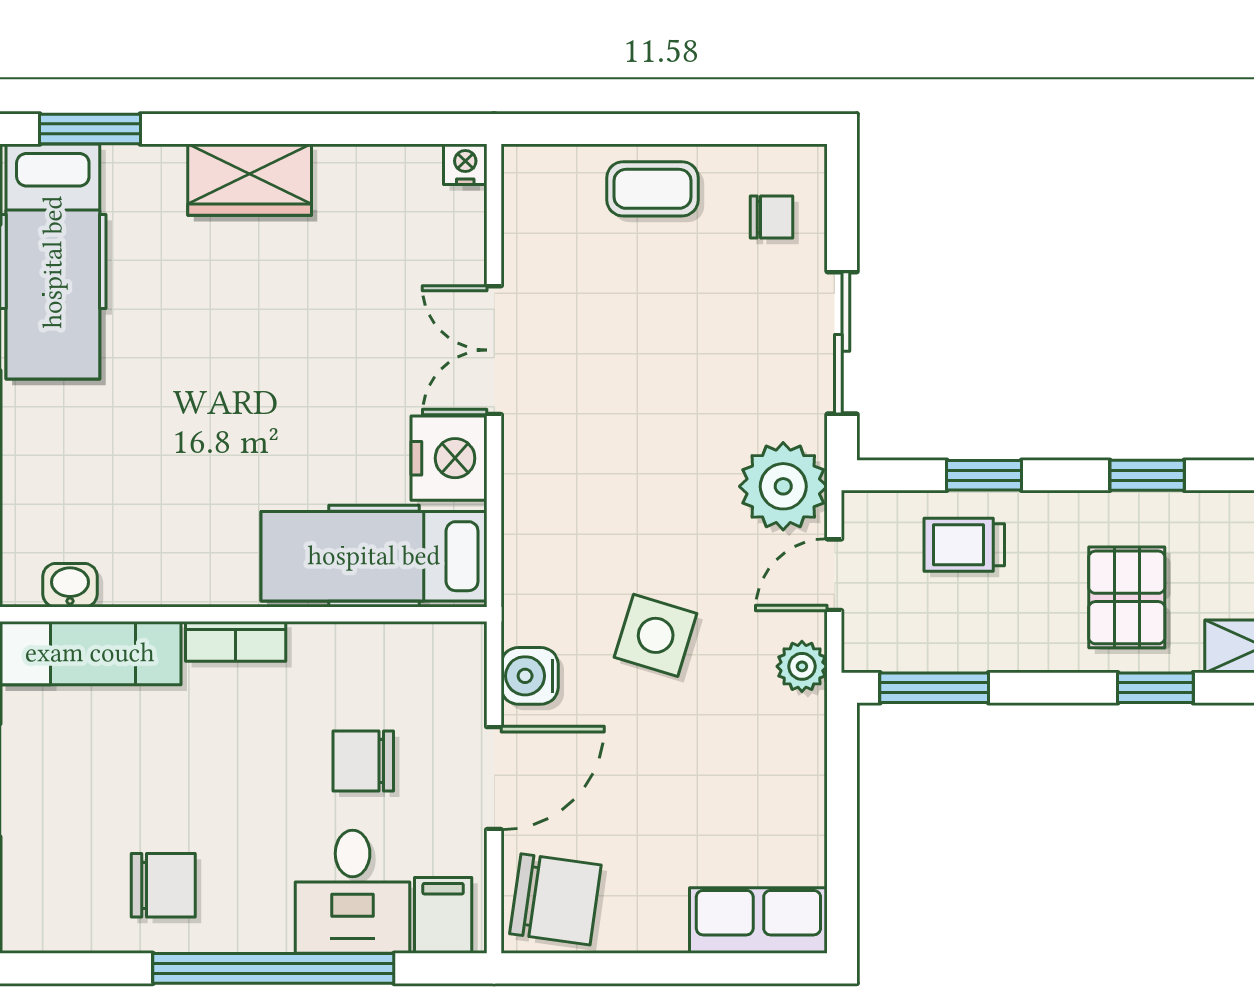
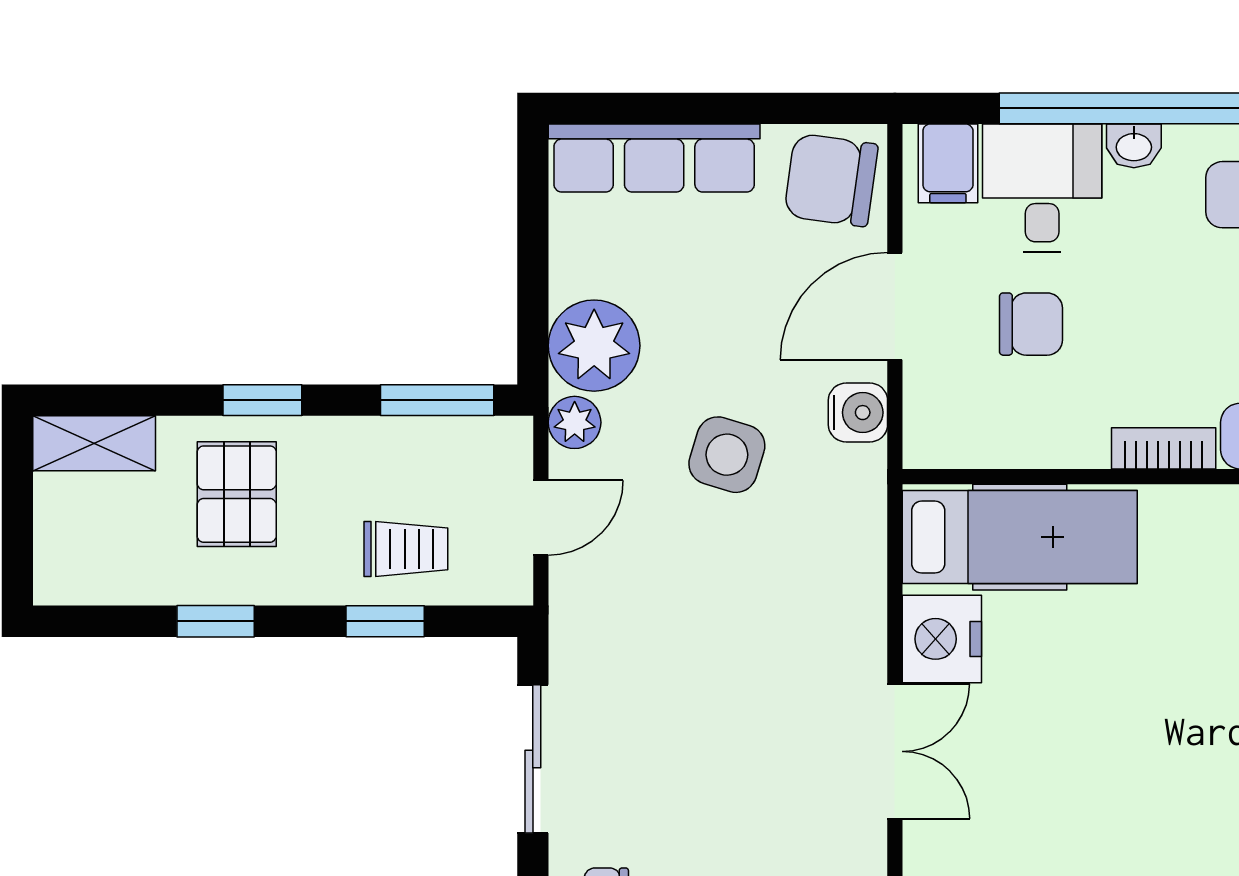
plant: (783, 486) -> (594, 346), moved
window: (1155, 688) -> (262, 400), moved
row of seats: (758, 921) -> (654, 158), width x1.48
washbasin: (264, 932) -> (1134, 146), added

